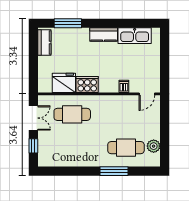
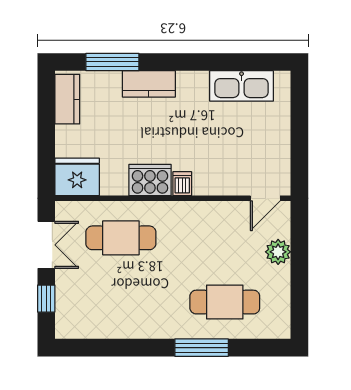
kitchen counter: (104, 35) -> (149, 84), moved
fridge: (64, 83) -> (77, 177), moved
dishwasher: (124, 86) -> (182, 184), moved
plant: (154, 146) -> (278, 252), moved

